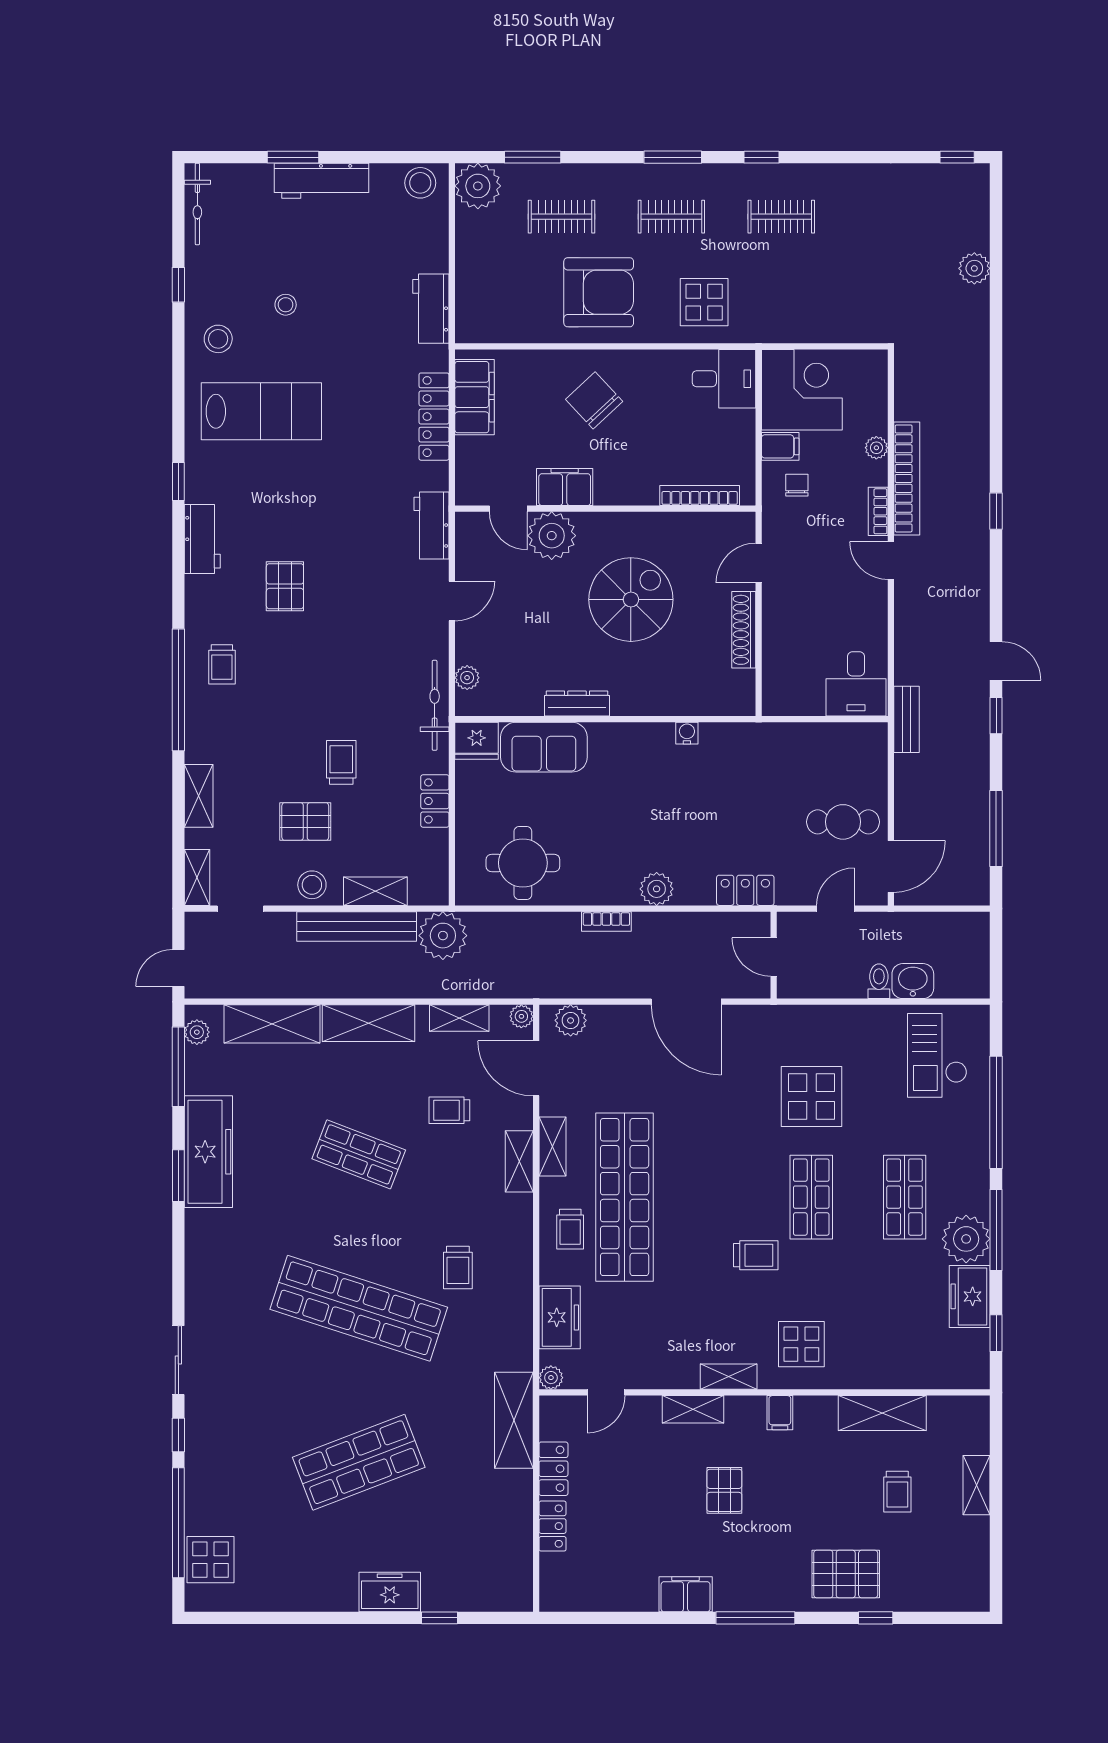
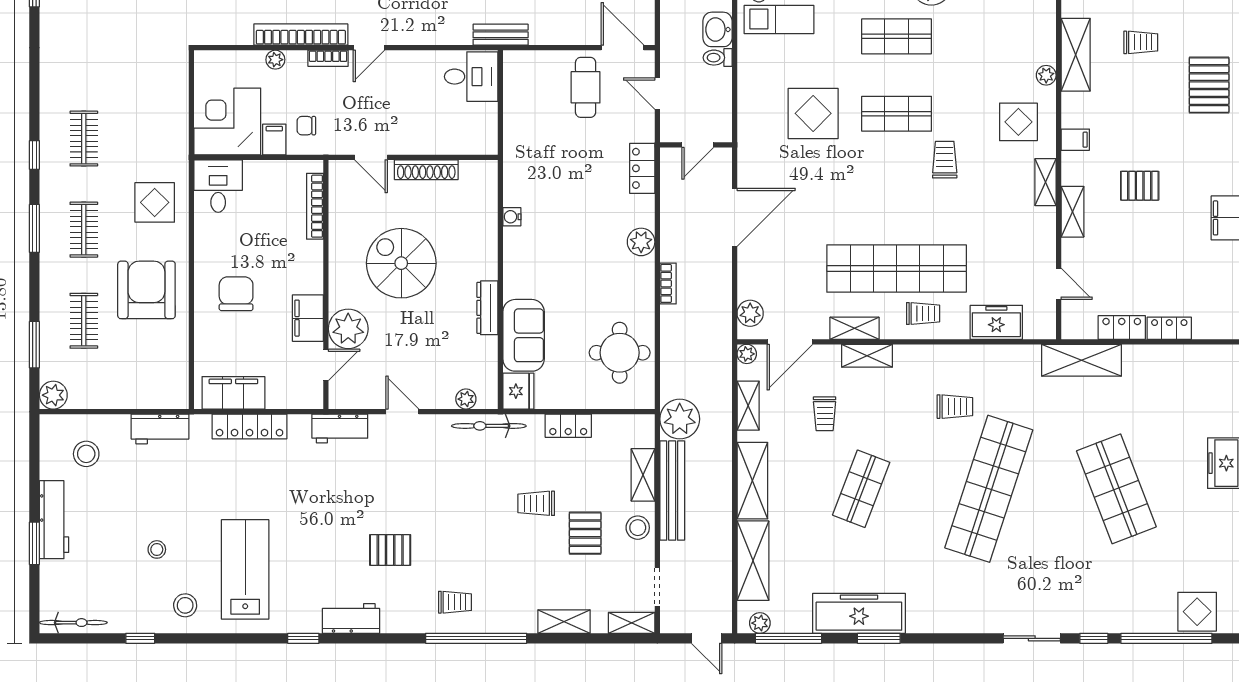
stool: (420, 183) -> (86, 454), moved
plant: (478, 186) -> (53, 395), width x0.73, depth x0.73
chair: (594, 400) -> (236, 294), turned 133
plant: (551, 1378) -> (1046, 75), moved

